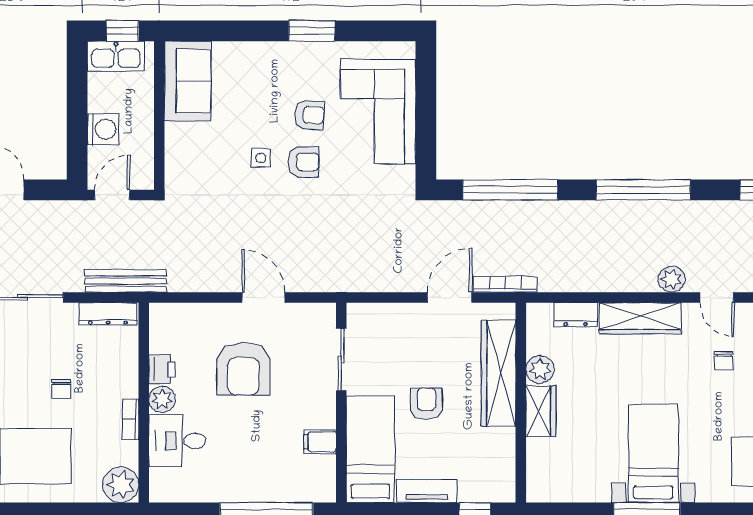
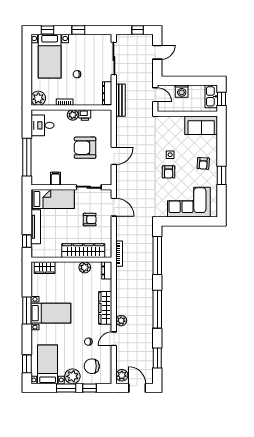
armchair: (309, 115) -> (203, 163), moved
door: (450, 297) -> (114, 207), moved
dresser: (575, 315) -> (107, 270), moved
armchair: (427, 404) -> (90, 220), moved
wardrobe: (541, 411) -> (45, 268), moved
desk: (177, 441) -> (42, 125), moved, turned -90
tv unit: (427, 491) -> (36, 227), width x1.41

